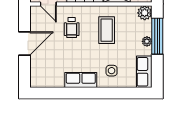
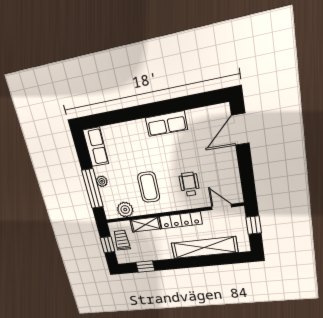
plant: (145, 13) -> (125, 210), moved
door: (24, 44) -> (240, 129), moved
side table: (112, 71) -> (133, 142), removed

